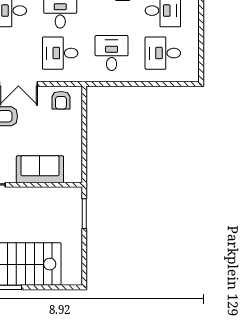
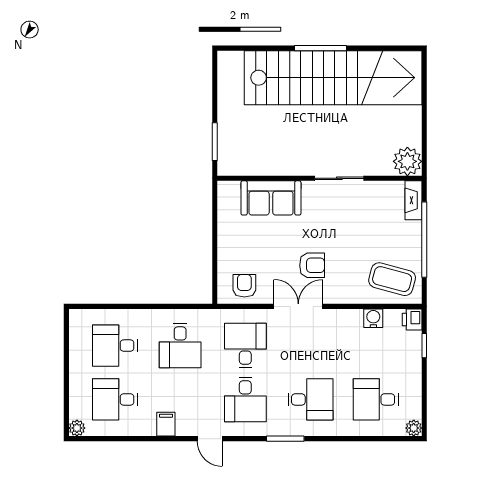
desk: (60, 53) -> (245, 346), turned -90
desk: (163, 53) -> (115, 346), turned 180

